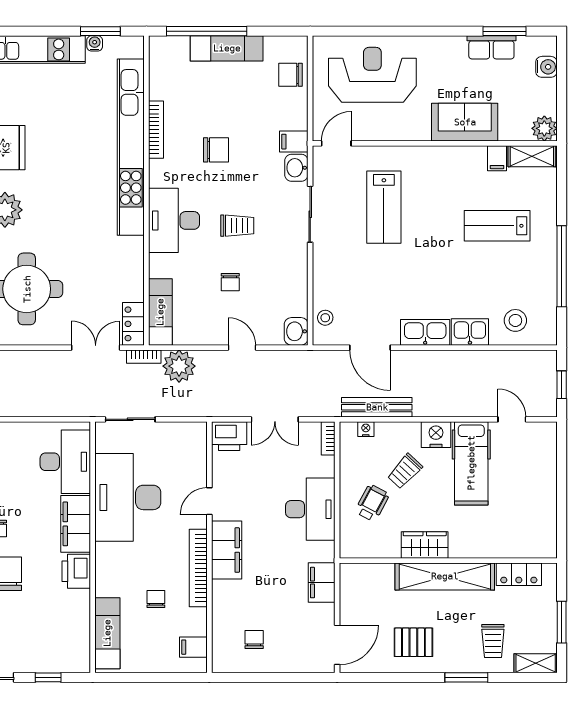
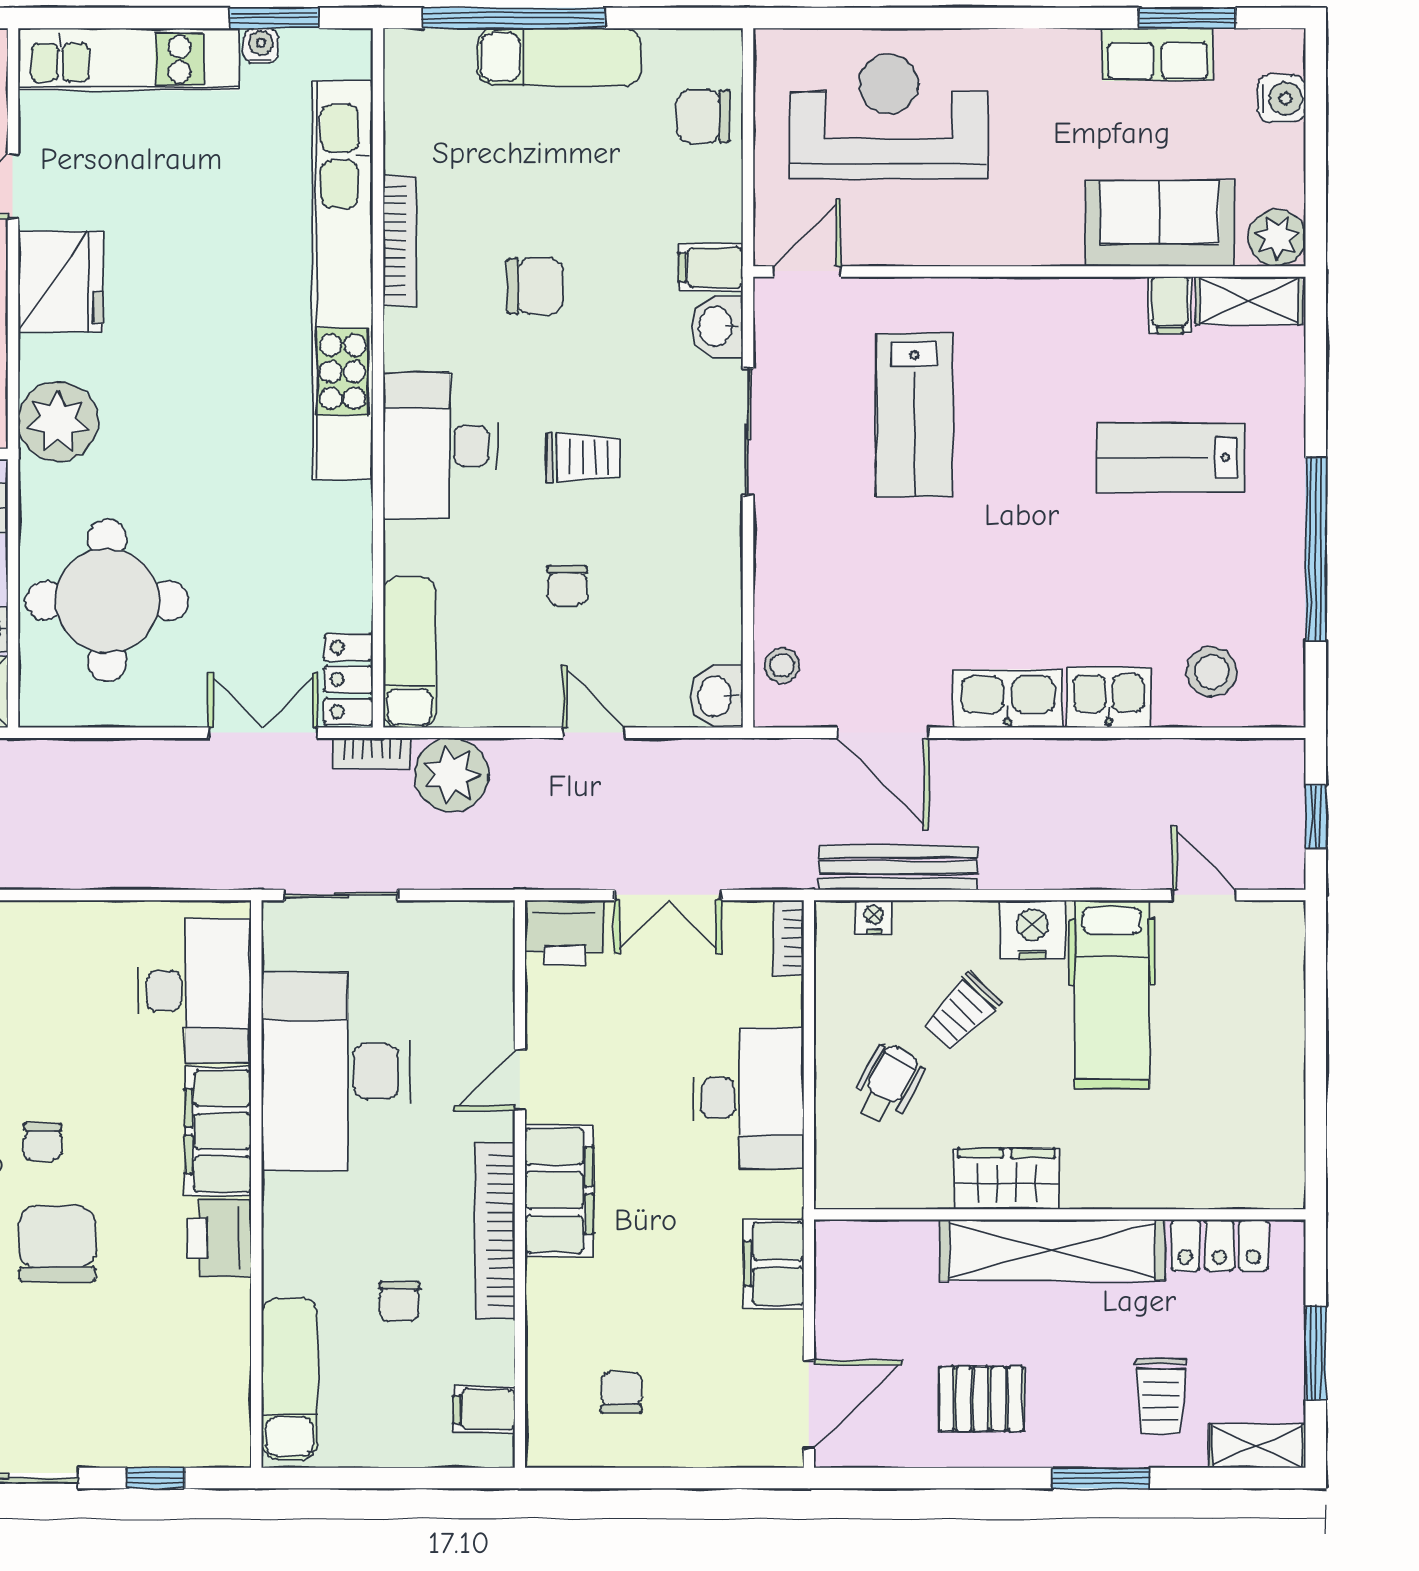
sofa: (465, 122) -> (1160, 223), moved
chair: (156, 599) -> (399, 1301), turned 180

